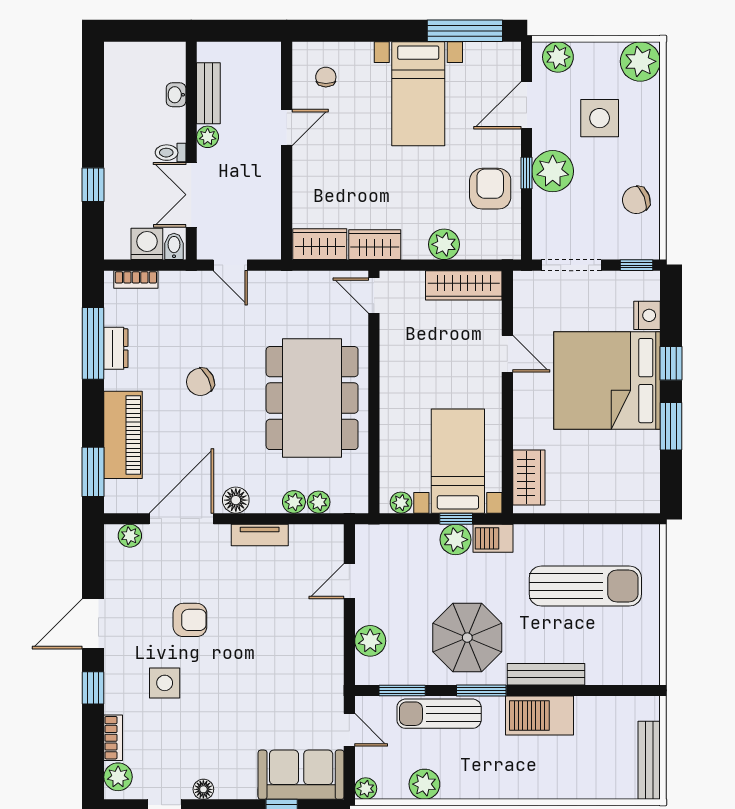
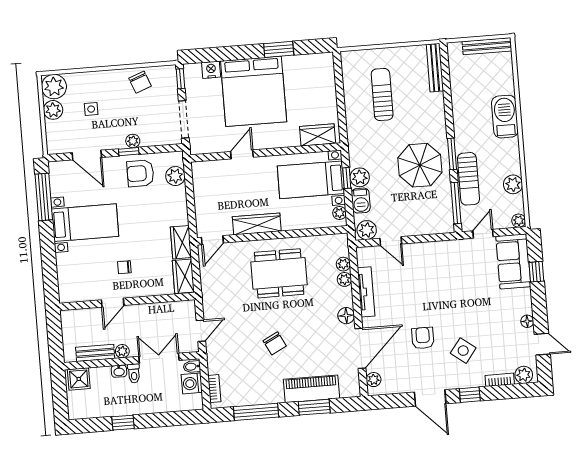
plant: (558, 57) -> (53, 110), moved
shower: (169, 64) -> (79, 379), added
chair: (326, 77) -> (124, 267), moved
washbasin: (176, 95) -> (119, 371), moved
side table: (600, 118) -> (91, 109), width x0.54, depth x0.54
door: (287, 128) -> (113, 303), swing flipped
plant: (553, 171) -> (133, 141), width x0.53, depth x0.53
window: (93, 185) -> (123, 423), moved
double door: (191, 195) -> (159, 358), swing flipped
plant: (444, 244) -> (175, 176), moved
wardrobe: (464, 285) -> (257, 224), moved, turned -90
dresser: (116, 348) -> (258, 398), removed
window: (671, 363) -> (240, 52), removed
dining table: (312, 398) -> (279, 273), width x0.73, depth x0.80
window: (93, 472) -> (314, 407), moved
door: (181, 519) -> (360, 348), swing flipped
tv unit: (260, 535) -> (366, 292), width x1.41
barbecue: (493, 538) -> (361, 201), moved
sun lounger: (585, 586) -> (382, 94), width x0.73, depth x0.75
plant: (370, 641) -> (367, 230), moved
bench: (546, 674) -> (435, 68), moved
side table: (165, 683) -> (463, 351), turned 37
window: (402, 690) -> (456, 203), width x1.44
barbecue: (540, 715) -> (505, 117), moved, turned 180

